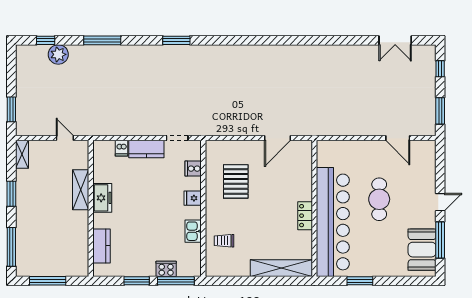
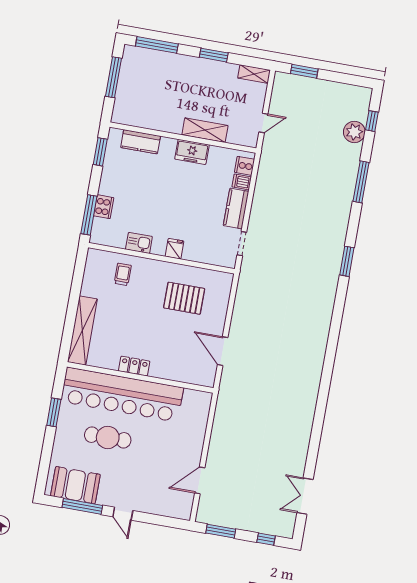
cooker: (193, 169) -> (244, 166), moved, turned -90
cafe table: (379, 199) -> (108, 437), moved
window: (137, 281) -> (100, 152), moved

